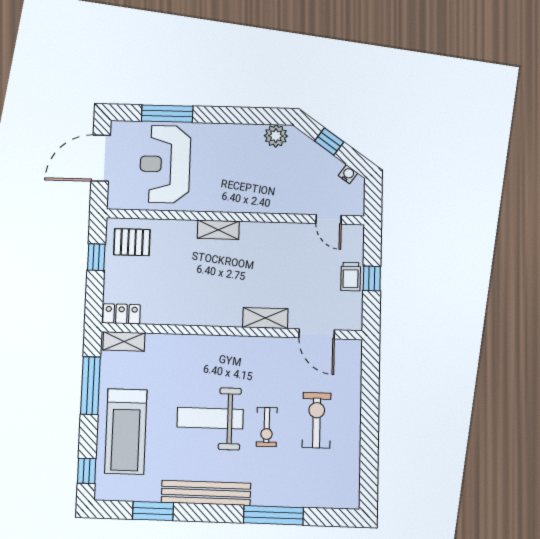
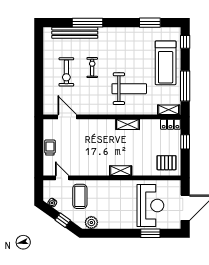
window: (167, 114) -> (150, 233), width x0.69
coffee table: (296, 184) -> (80, 196), added
window: (96, 257) -> (185, 142), moved
window: (372, 279) -> (39, 147), removed
shelving: (265, 318) -> (128, 124), moved
weight bench: (210, 418) -> (129, 89), moved
treadmill: (126, 431) -> (166, 63), turned 180
bench: (206, 493) -> (75, 33), moved

